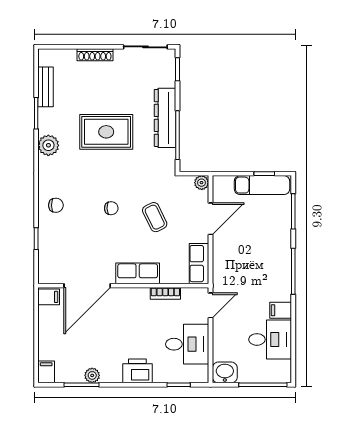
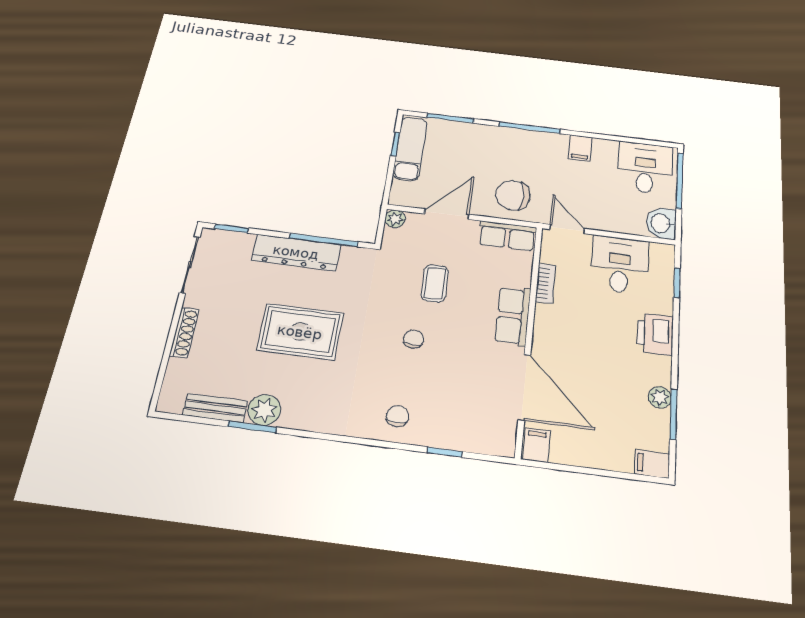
rug: (106, 132) -> (300, 332), turned 90
plant: (48, 145) -> (264, 410), moved
coffee table: (155, 217) -> (435, 283), turned -64
door: (211, 219) -> (447, 214), hinge flipped
chair: (233, 264) -> (513, 195), added
desk: (270, 339) -> (645, 168), moved

